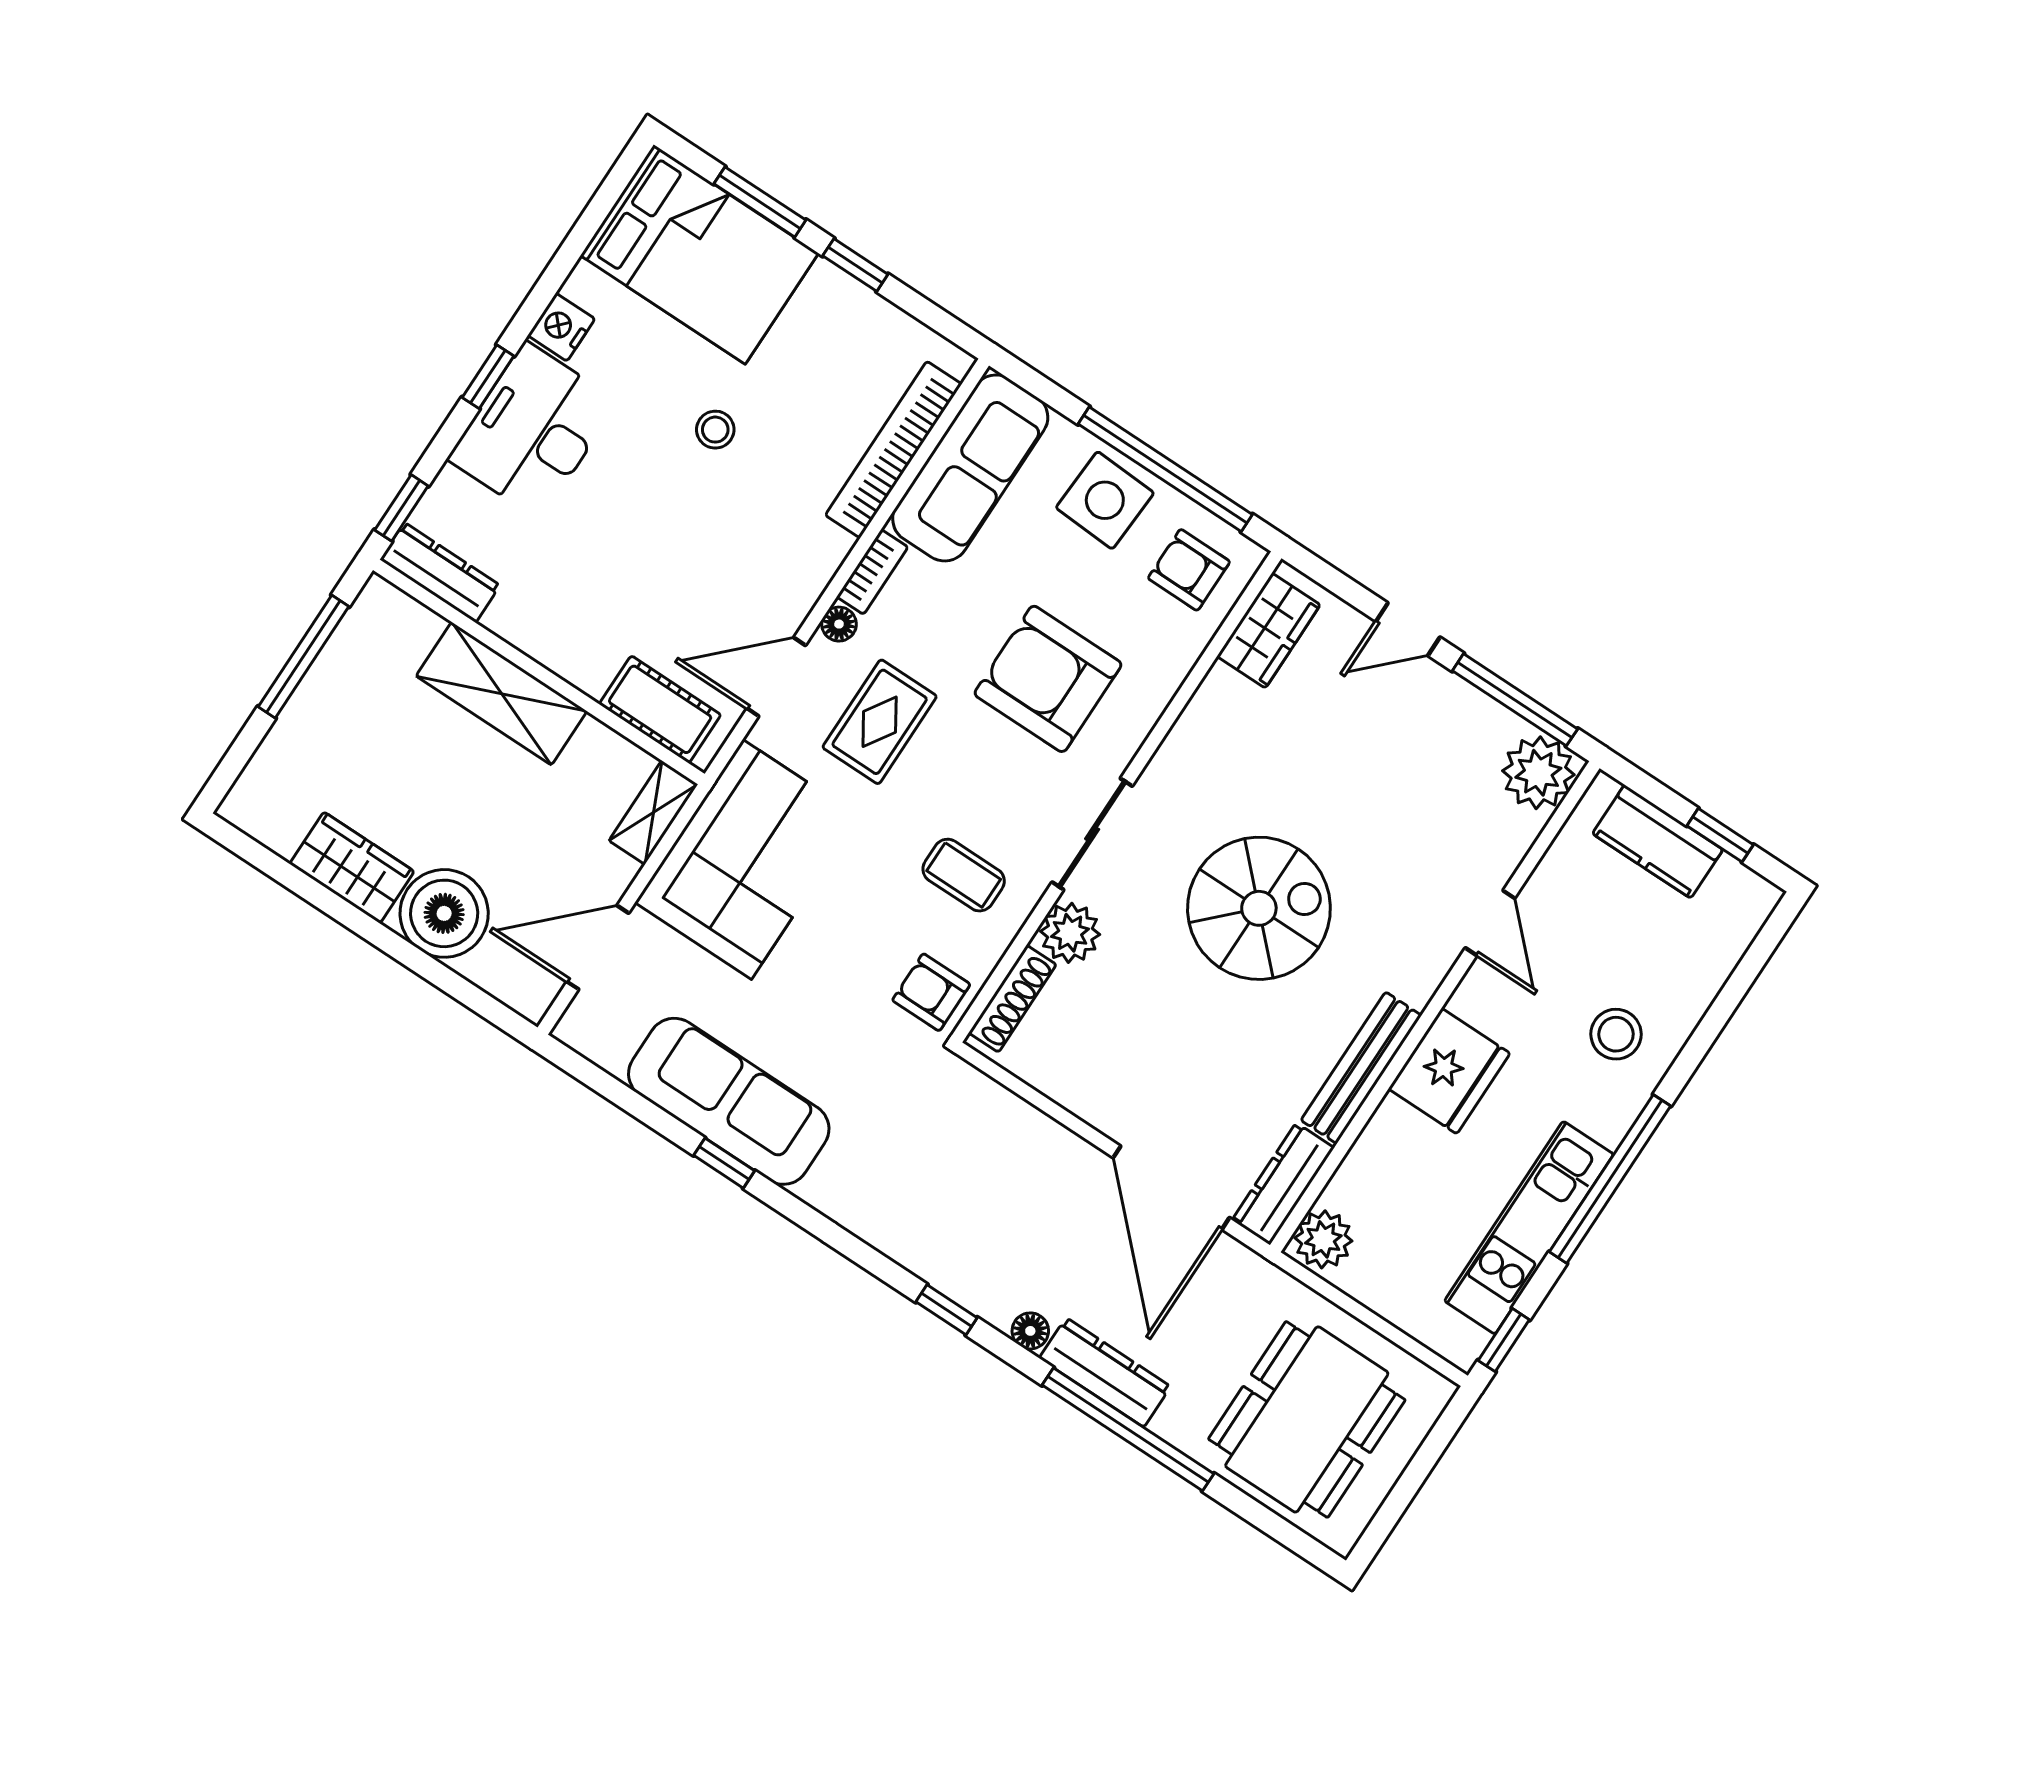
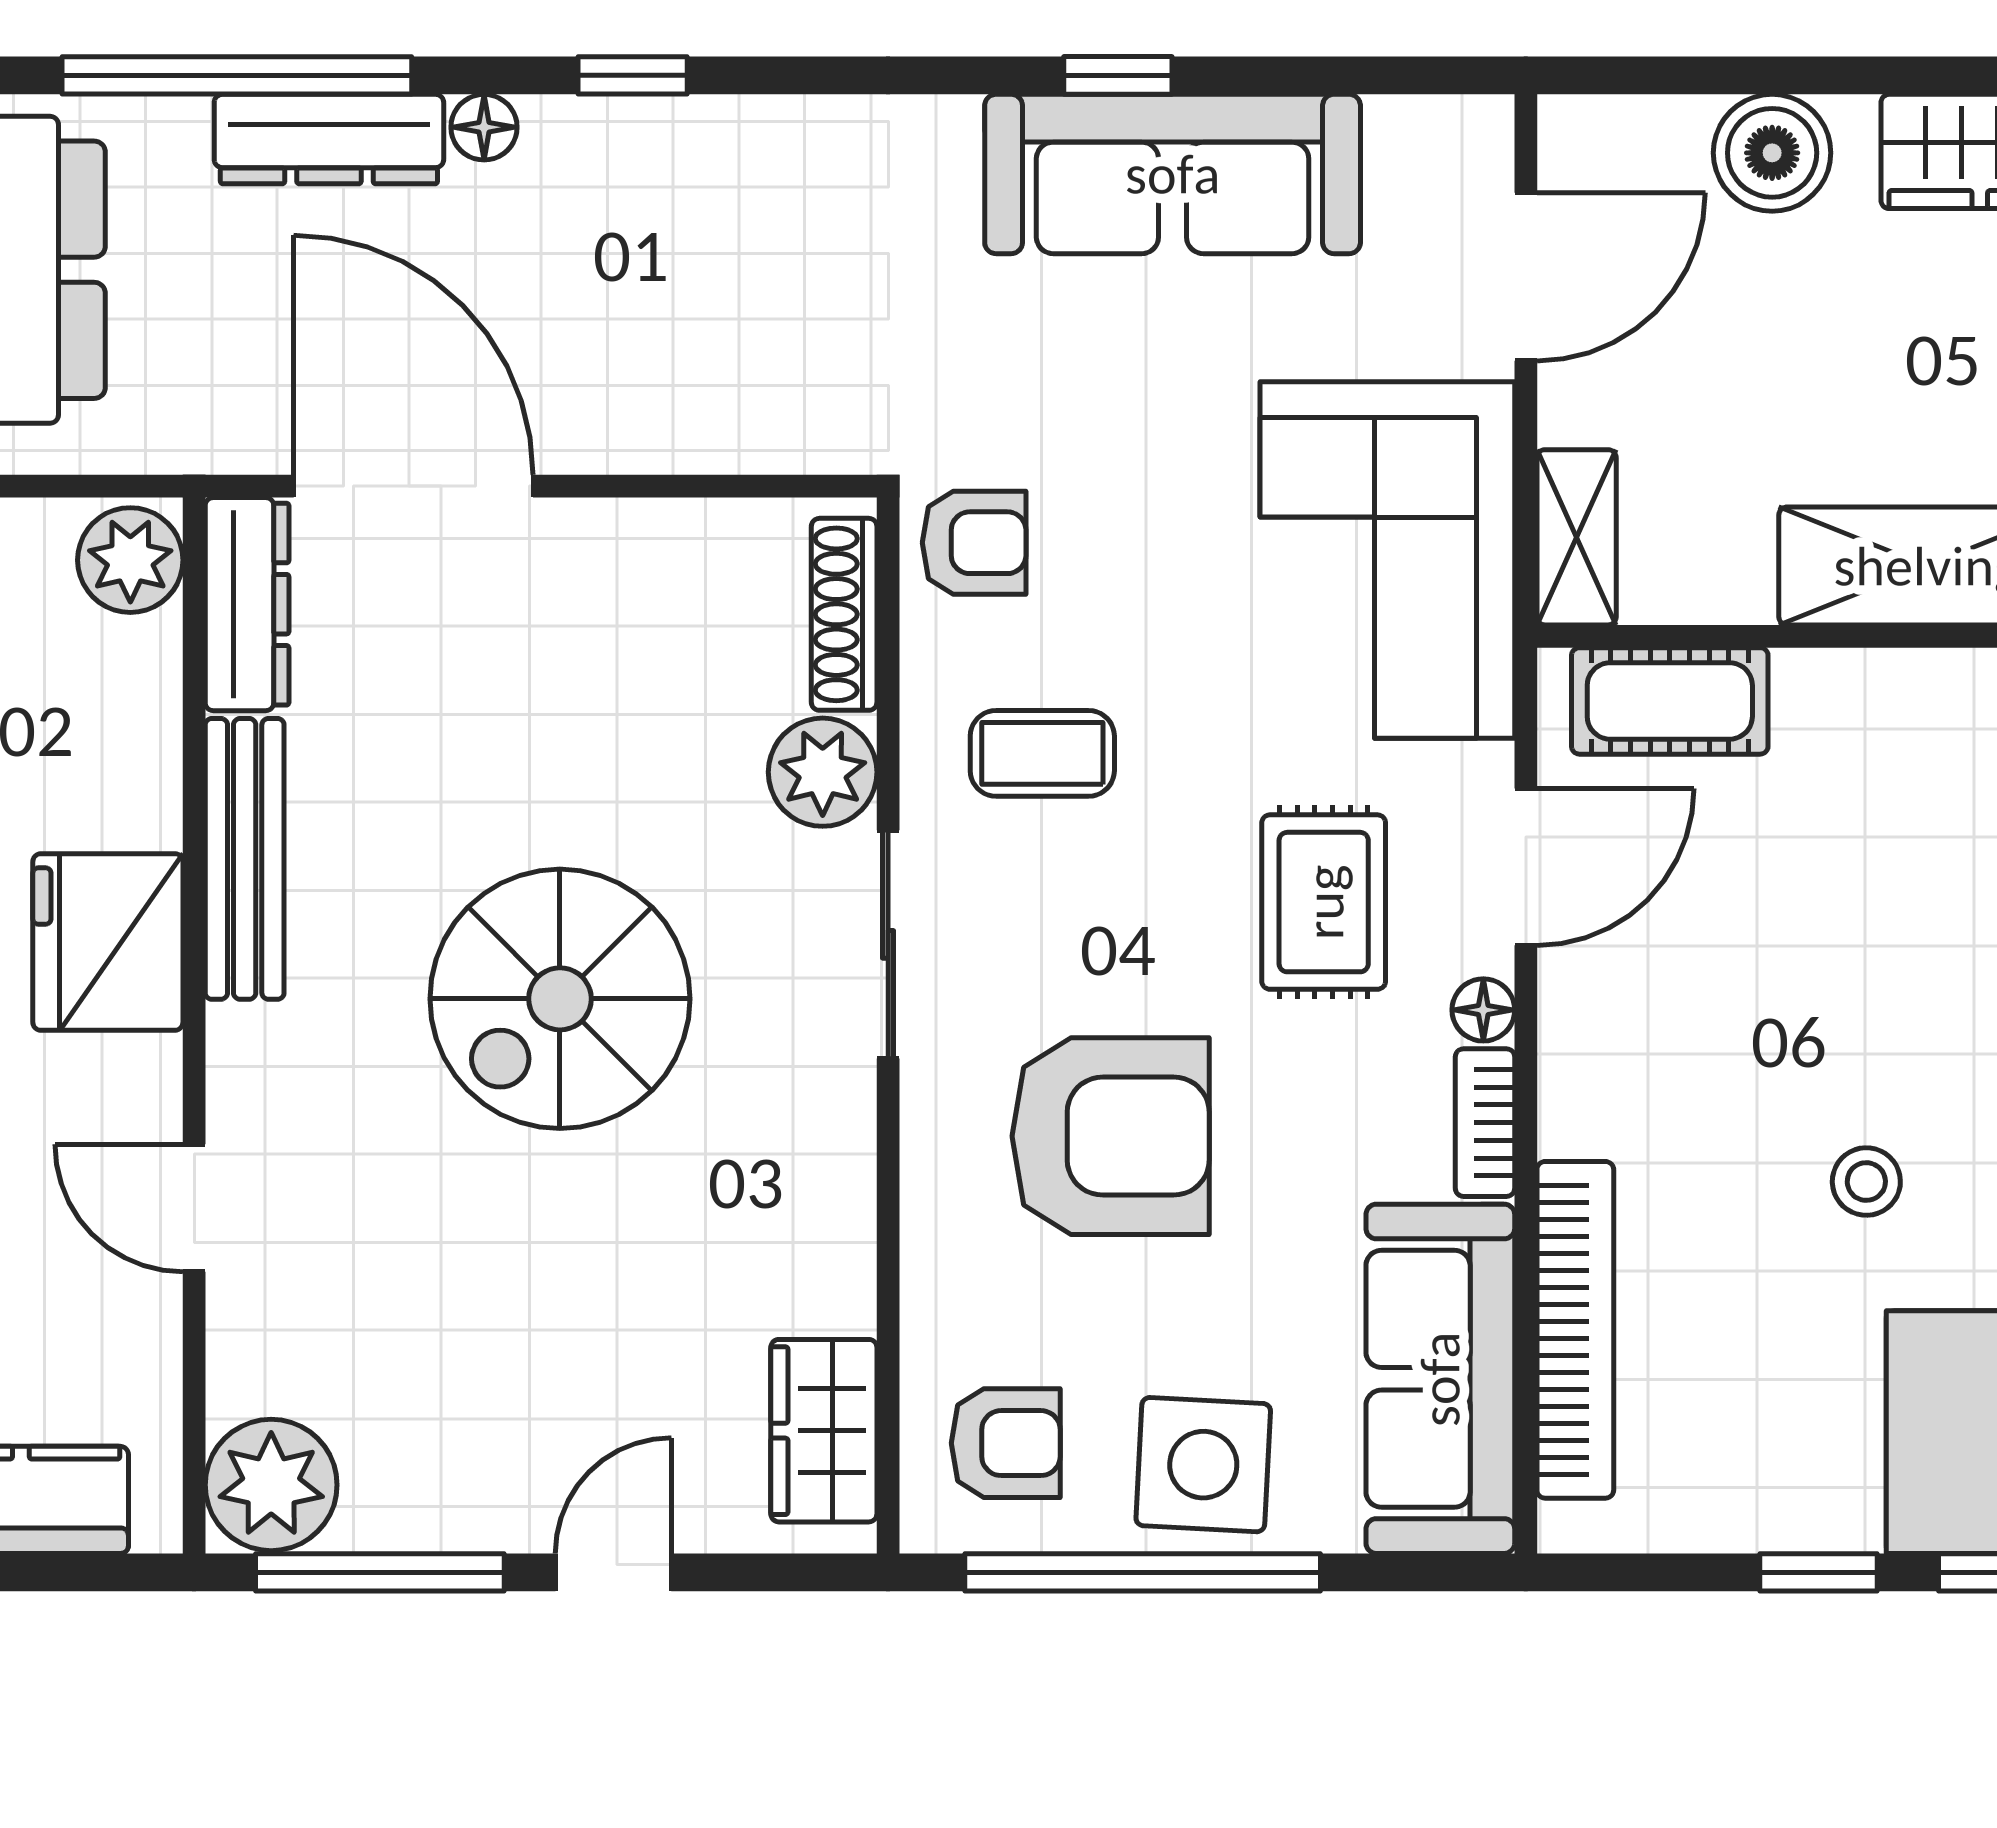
boiler: (444, 913) -> (1772, 153), width x0.73, depth x0.73

